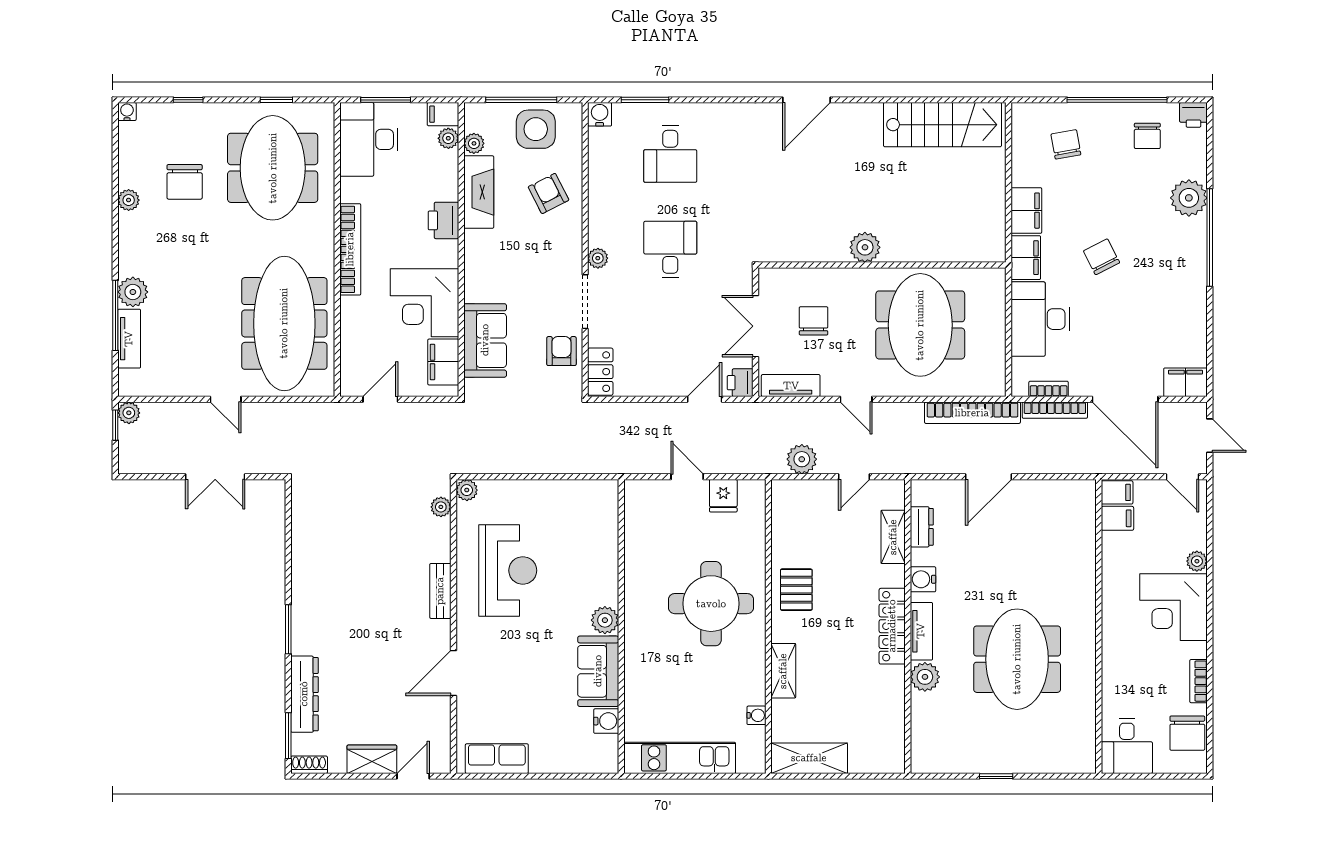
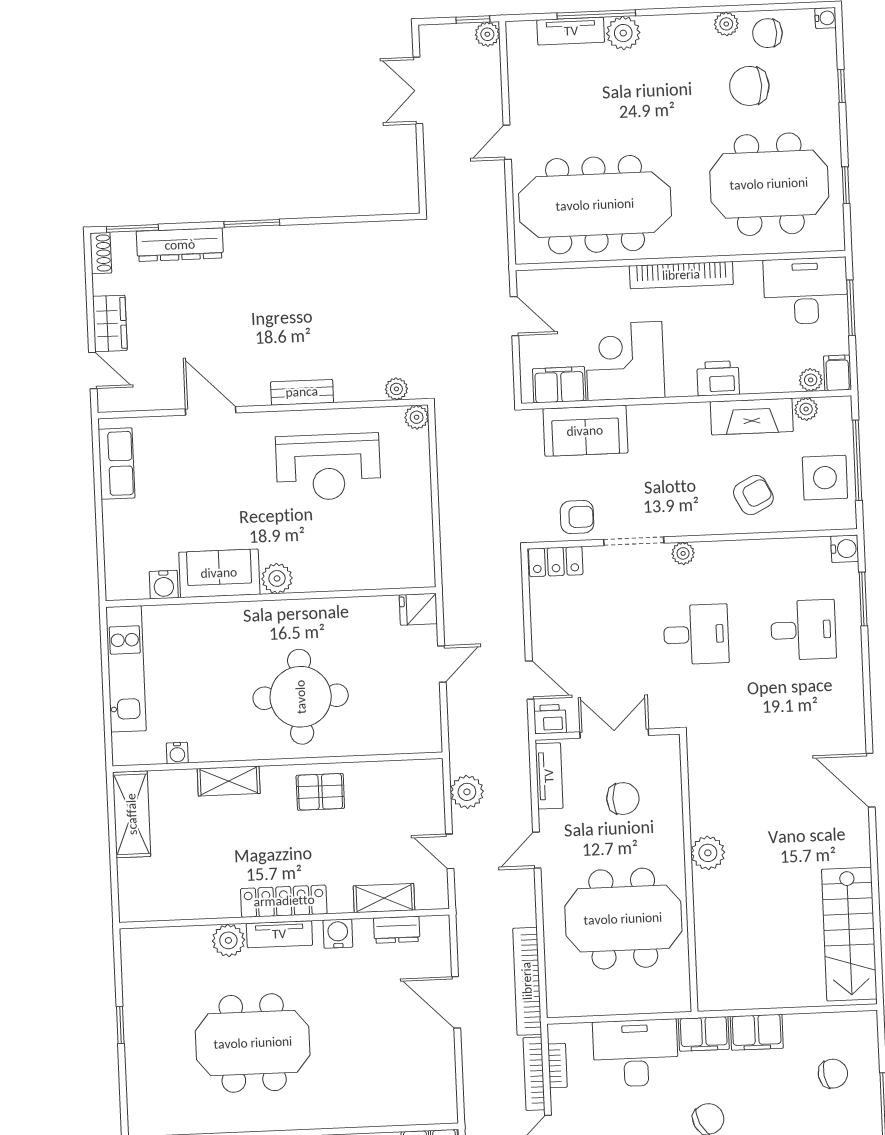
desk: (670, 154) -> (803, 630), turned 180
chair: (138, 164) -> (767, 33), added
double door: (215, 477) -> (418, 90), moved
fridge: (723, 496) -> (418, 609), moved

